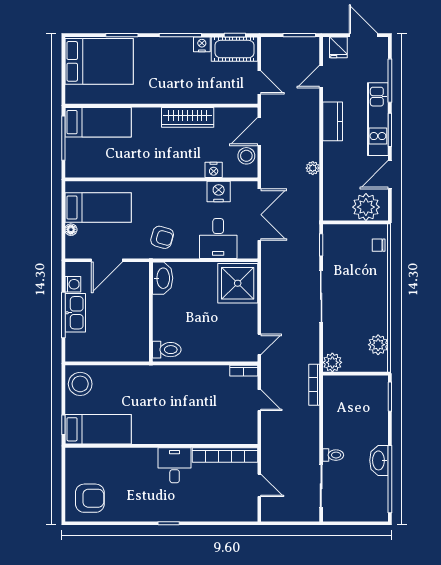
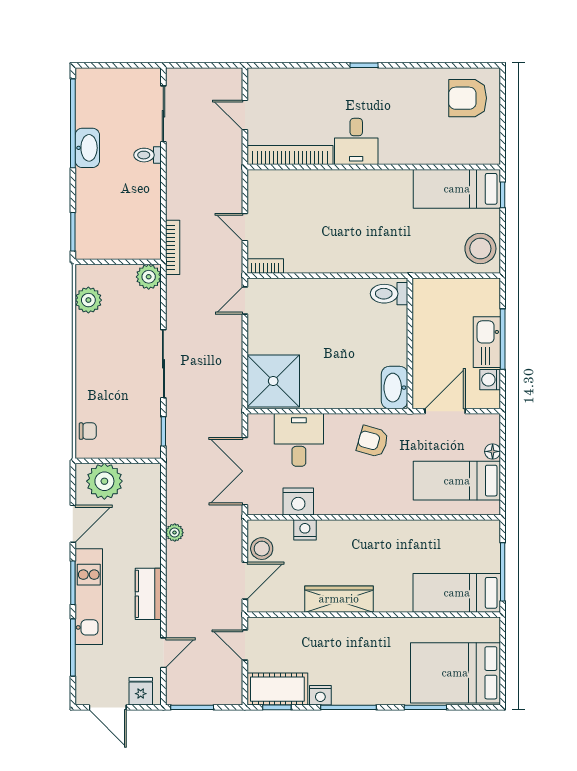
washbasin: (163, 278) -> (395, 388), moved
wall: (151, 312) -> (410, 343), moved
toilet: (167, 350) -> (389, 294), moved

